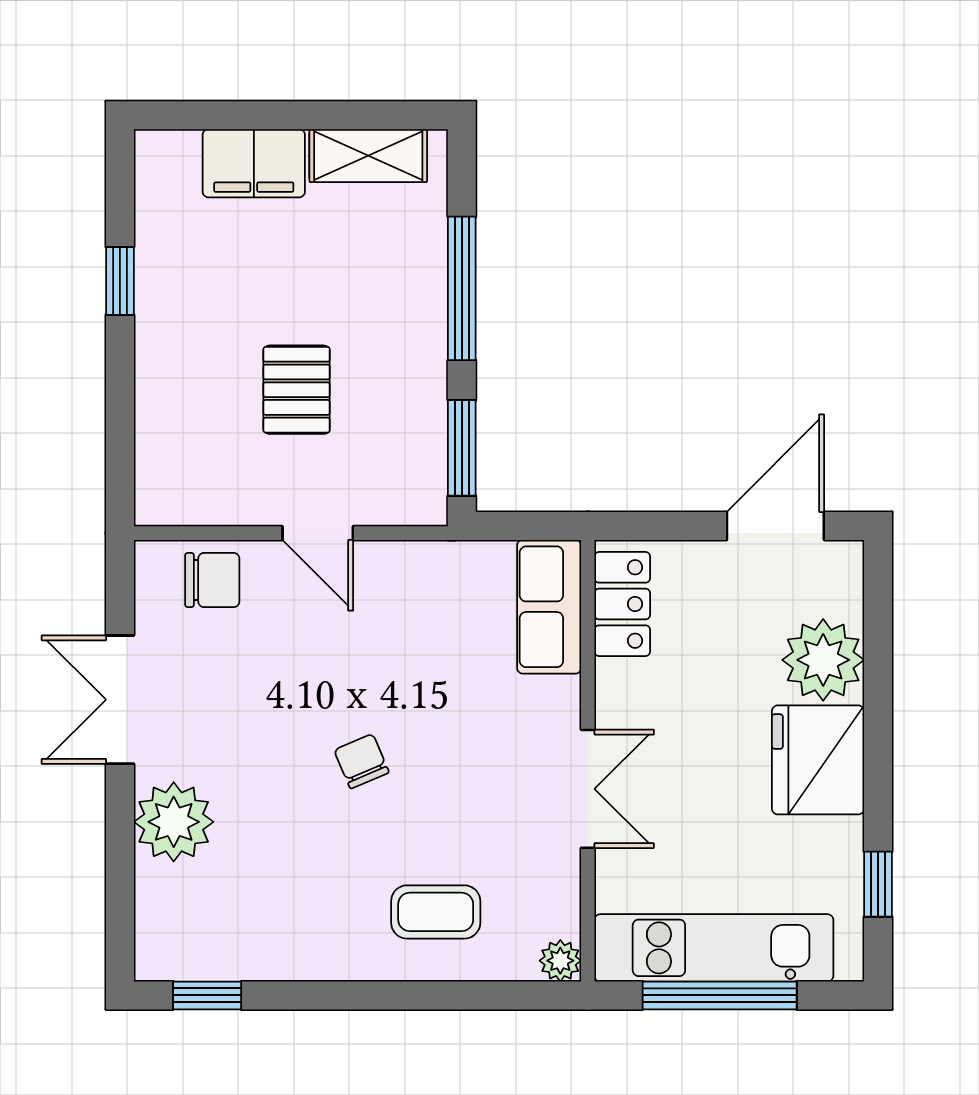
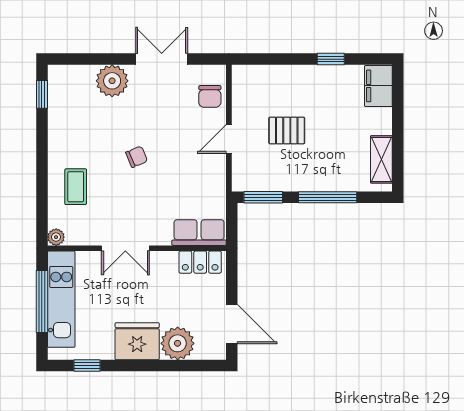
filing cabinet: (254, 163) -> (378, 86), moved

